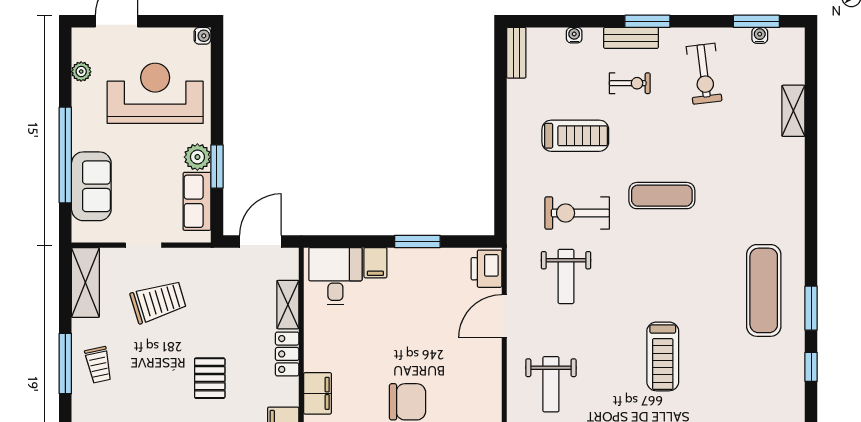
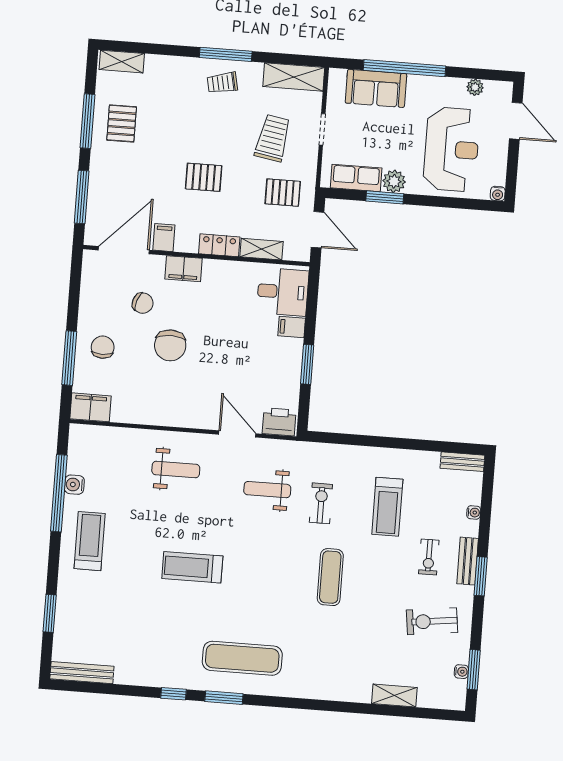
exercise bike: (577, 213) -> (321, 503), width x0.73, depth x0.72
pallet: (220, 285) -> (283, 193), added
trolley: (158, 302) -> (273, 138), turned -153
weight bench: (551, 384) -> (176, 470), turned 180

